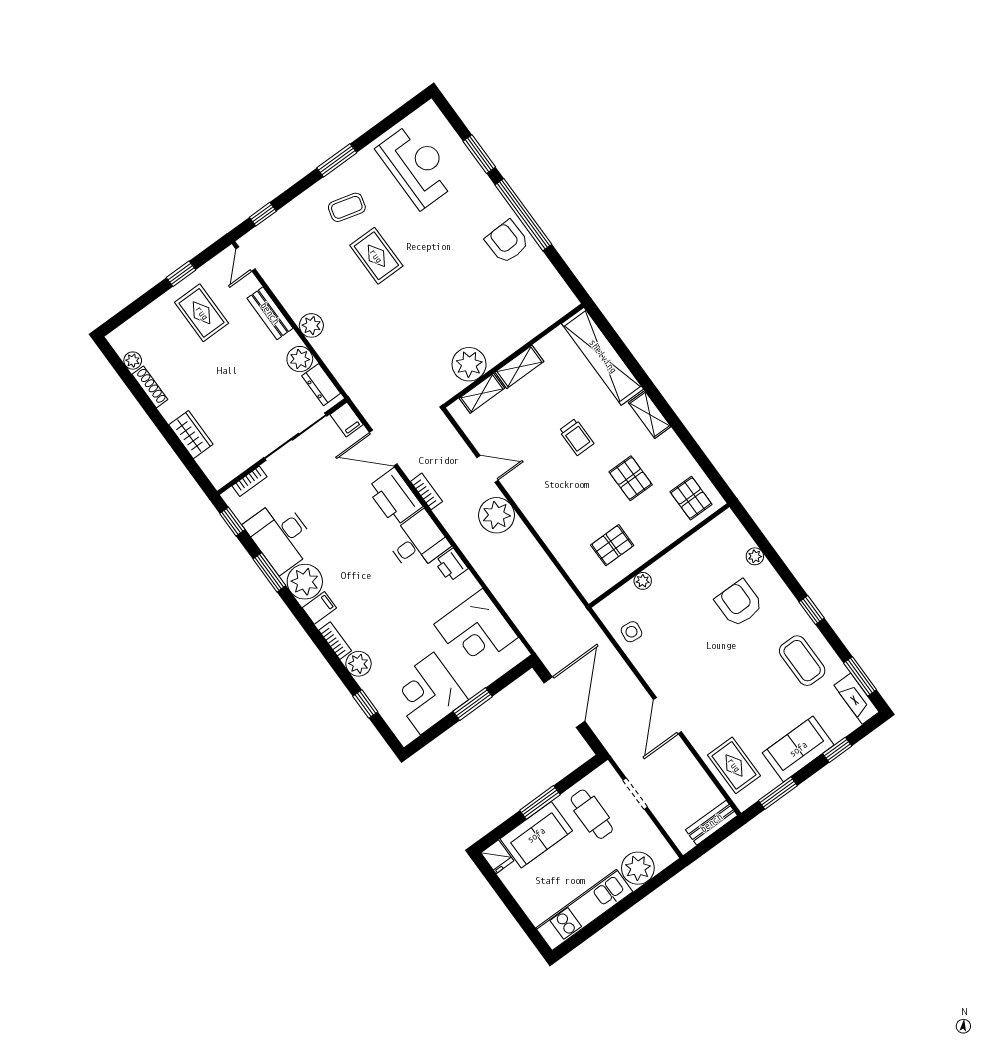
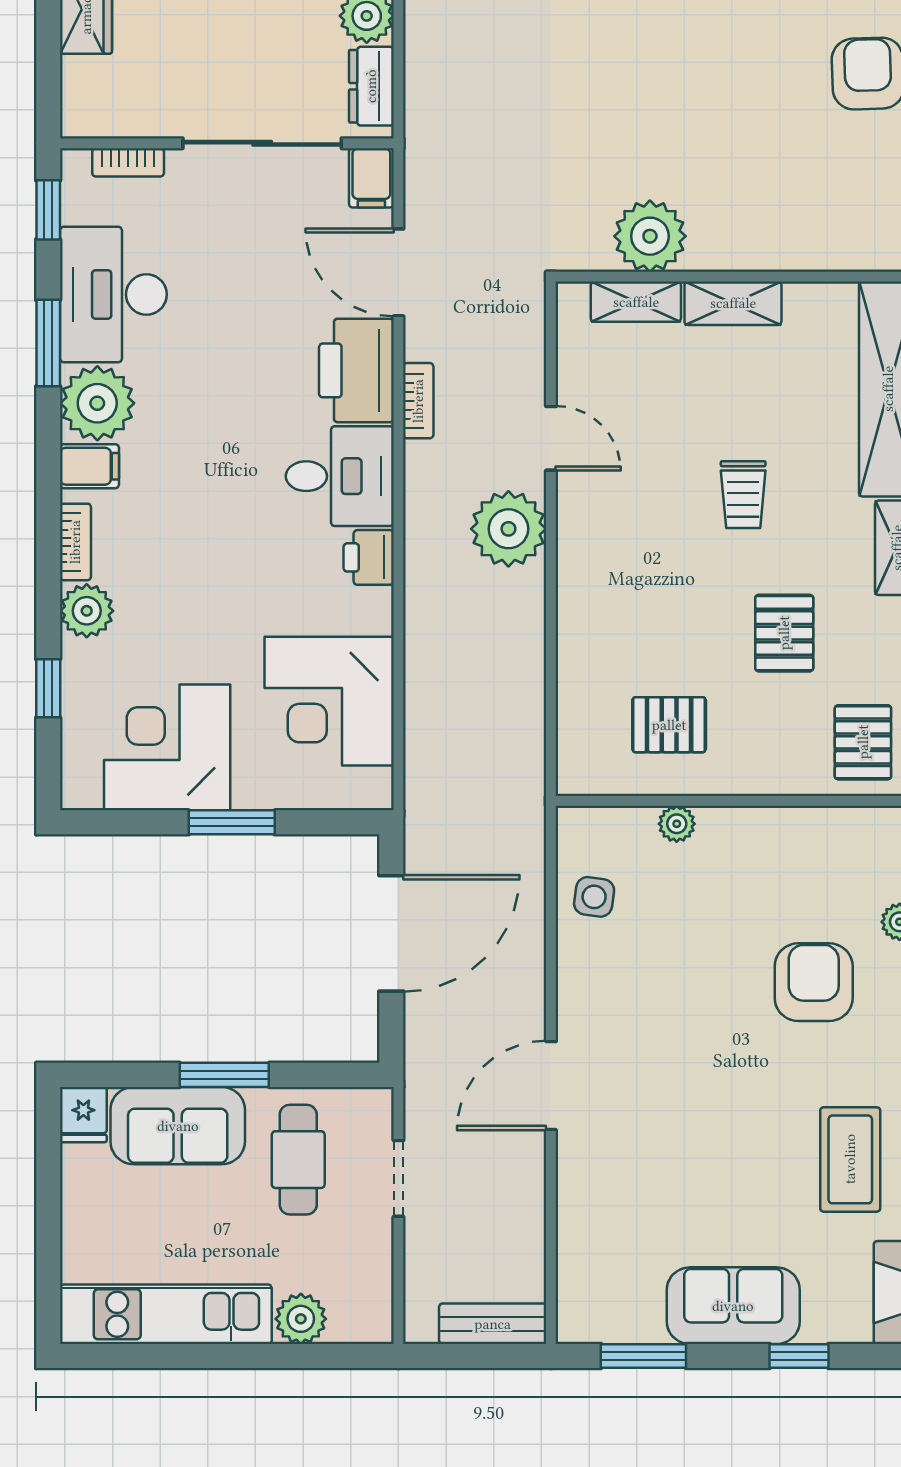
rug: (734, 765) -> (603, 1254), removed
plant: (638, 868) -> (301, 1319), width x0.73, depth x0.73

